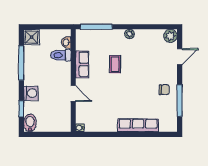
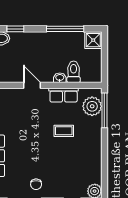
plant: (130, 34) -> (92, 106), moved, width x1.87, depth x1.87
washbasin: (66, 43) -> (60, 78), moved
washing machine: (31, 93) -> (32, 39), removed
door: (73, 93) -> (32, 85), swing flipped

